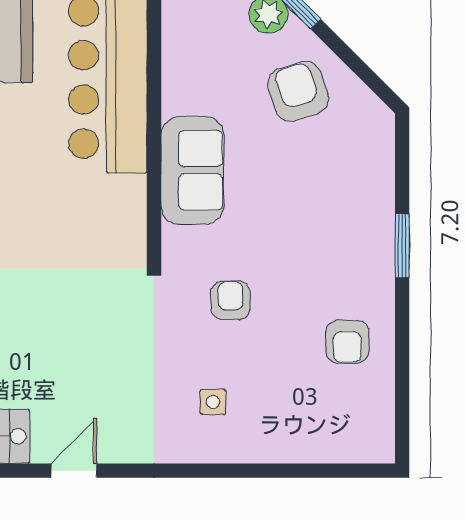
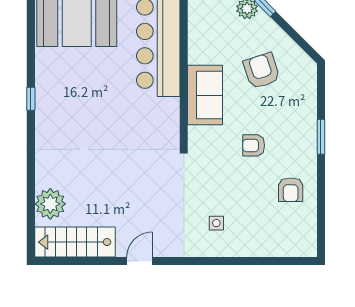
armchair: (298, 91) -> (262, 71), moved
armchair: (230, 300) -> (254, 145), moved, turned -90

